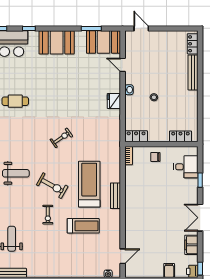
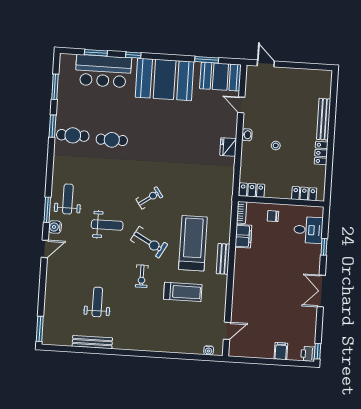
booth: (57, 42) -> (165, 79), width x1.36, depth x1.42
locker: (193, 44) -> (321, 153), moved
exercise bike: (61, 138) -> (149, 198), moved
filing cabinet: (191, 245) -> (243, 236), moved, turned 180

